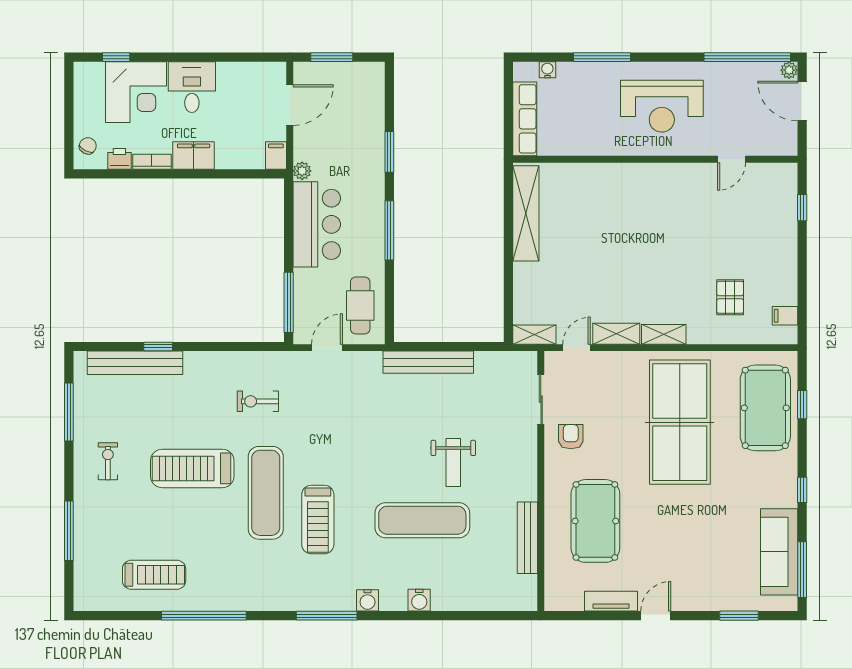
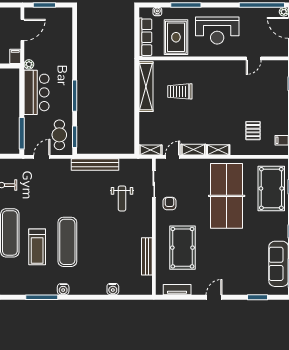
rug: (583, 119) -> (176, 37), added
window: (389, 152) -> (75, 137), moved
trolley: (591, 223) -> (180, 91), added
weight bench: (453, 463) -> (122, 198), moved
exercise mat: (422, 520) -> (67, 242), moved, turned 90
water cooler: (419, 600) -> (113, 289), moved
tv unit: (611, 601) -> (177, 290), moved

